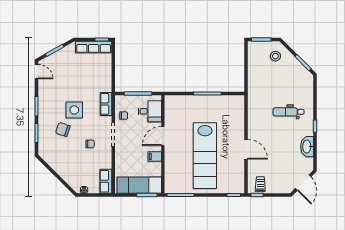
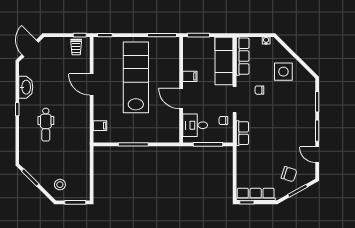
door: (37, 72) -> (317, 155), moved
side table: (74, 110) -> (283, 72), moved
filing cabinet: (238, 111) -> (100, 126), added
dental chair: (289, 112) -> (46, 125), turned 90
chair: (63, 129) -> (289, 174), moved
door: (163, 136) -> (181, 99), swing flipped
row of seats: (106, 181) -> (243, 56), width x1.48
exam couch: (139, 185) -> (224, 61), moved, turned 90

